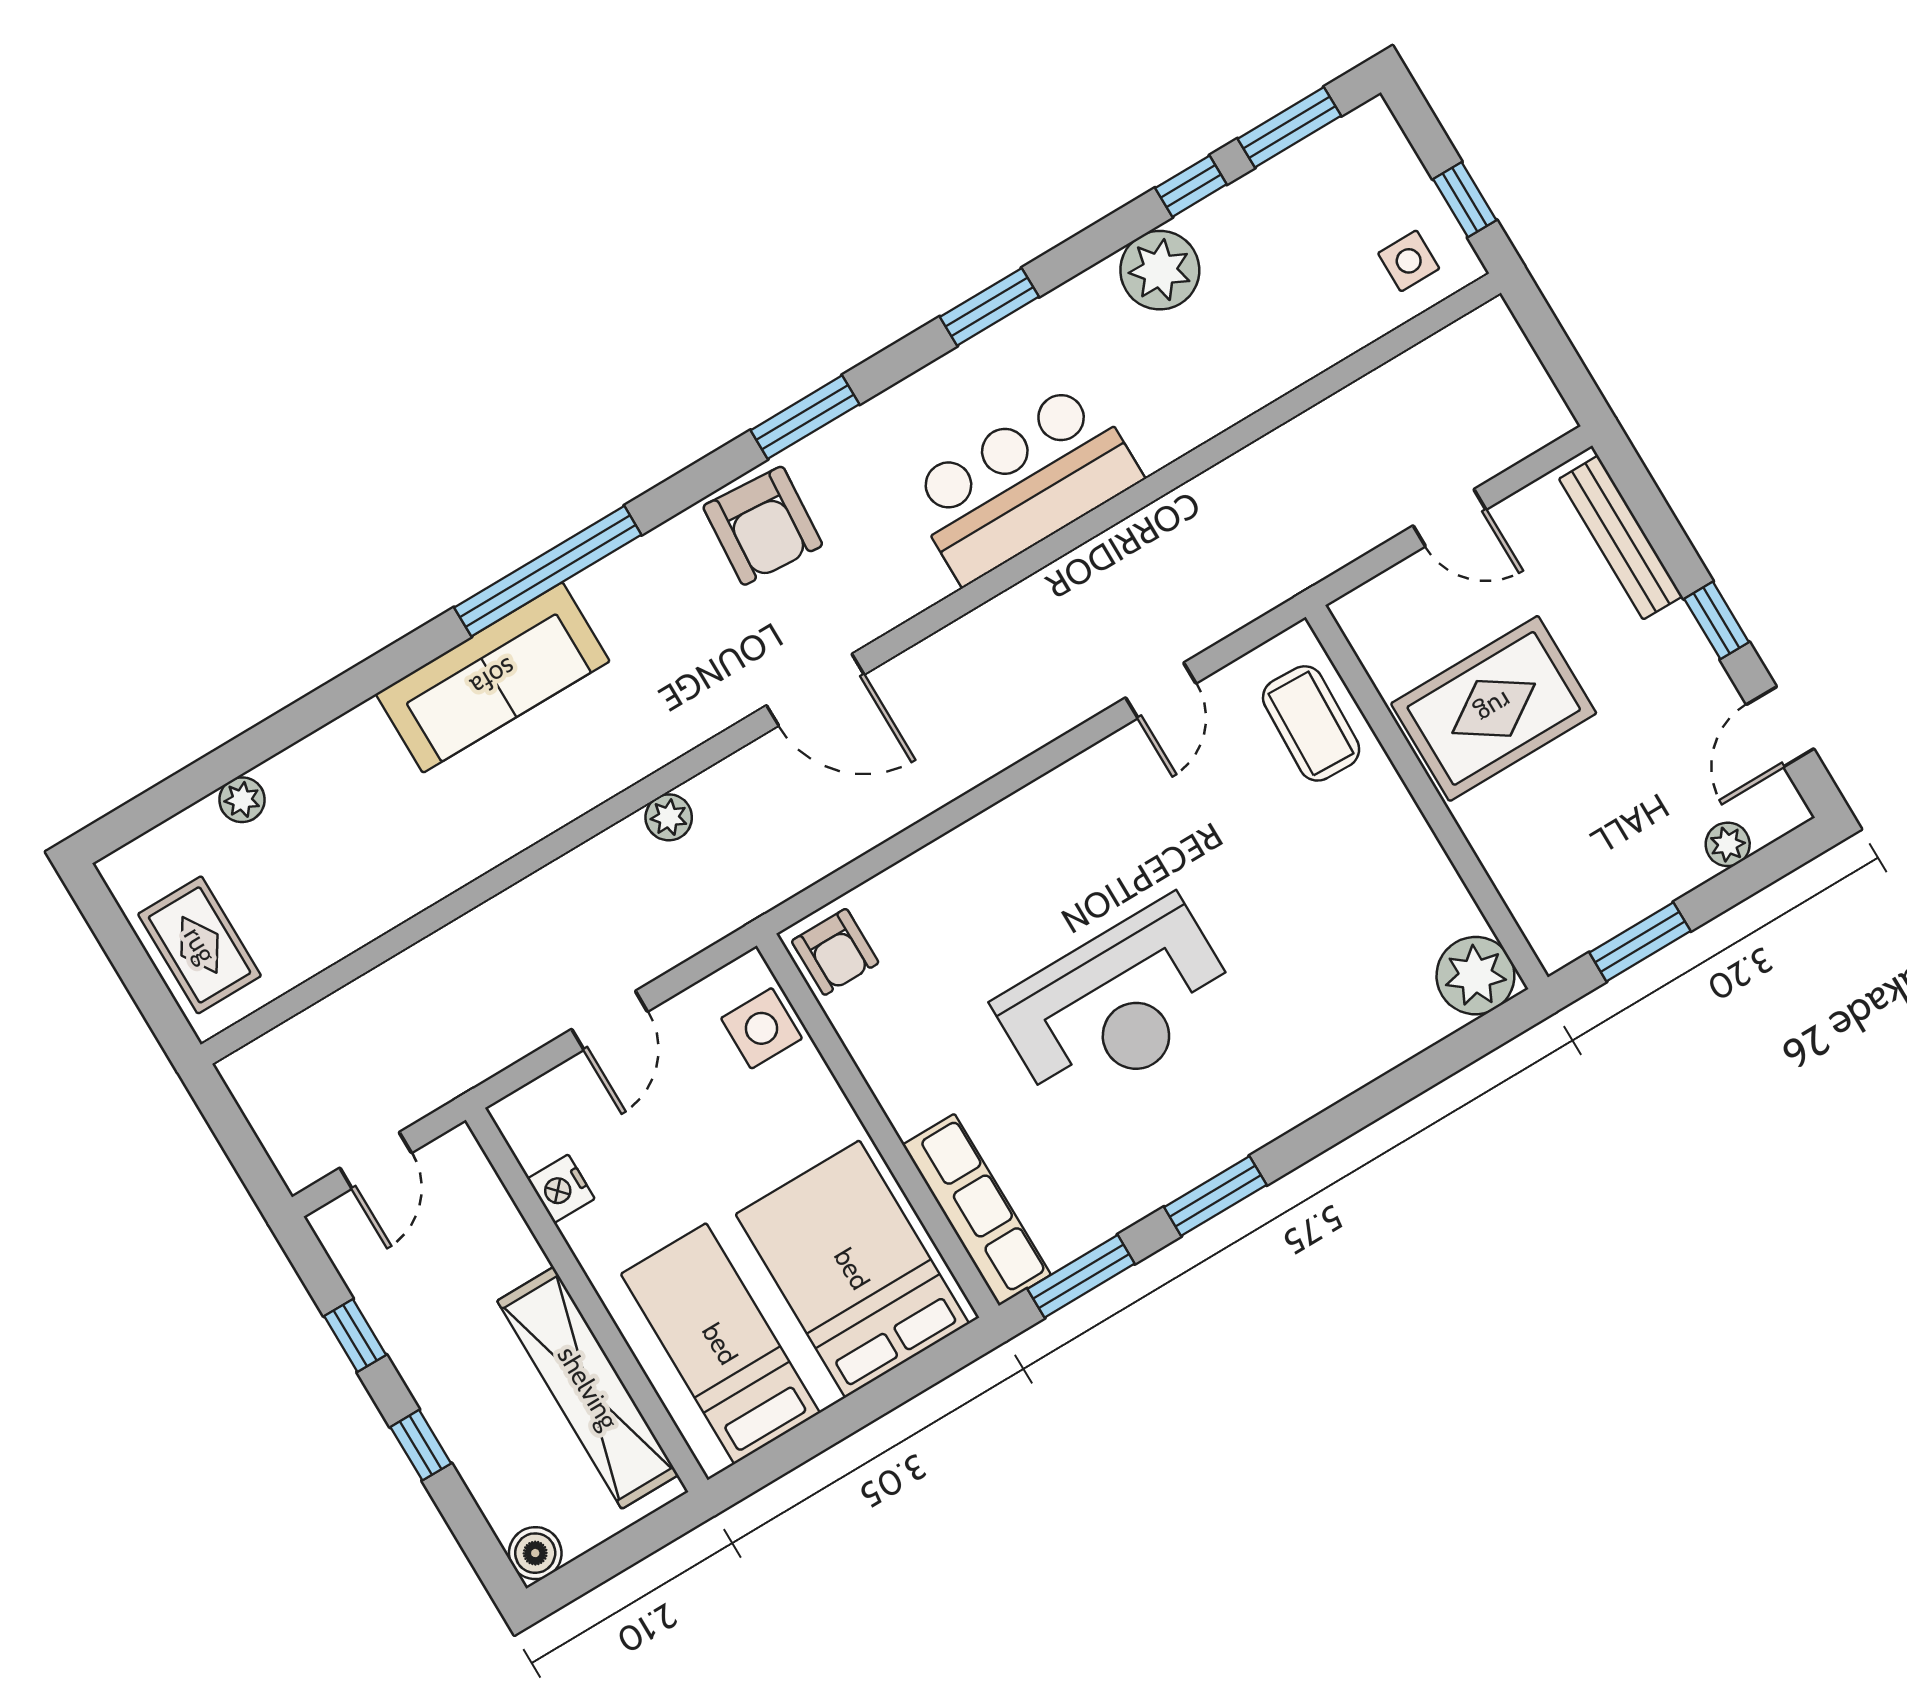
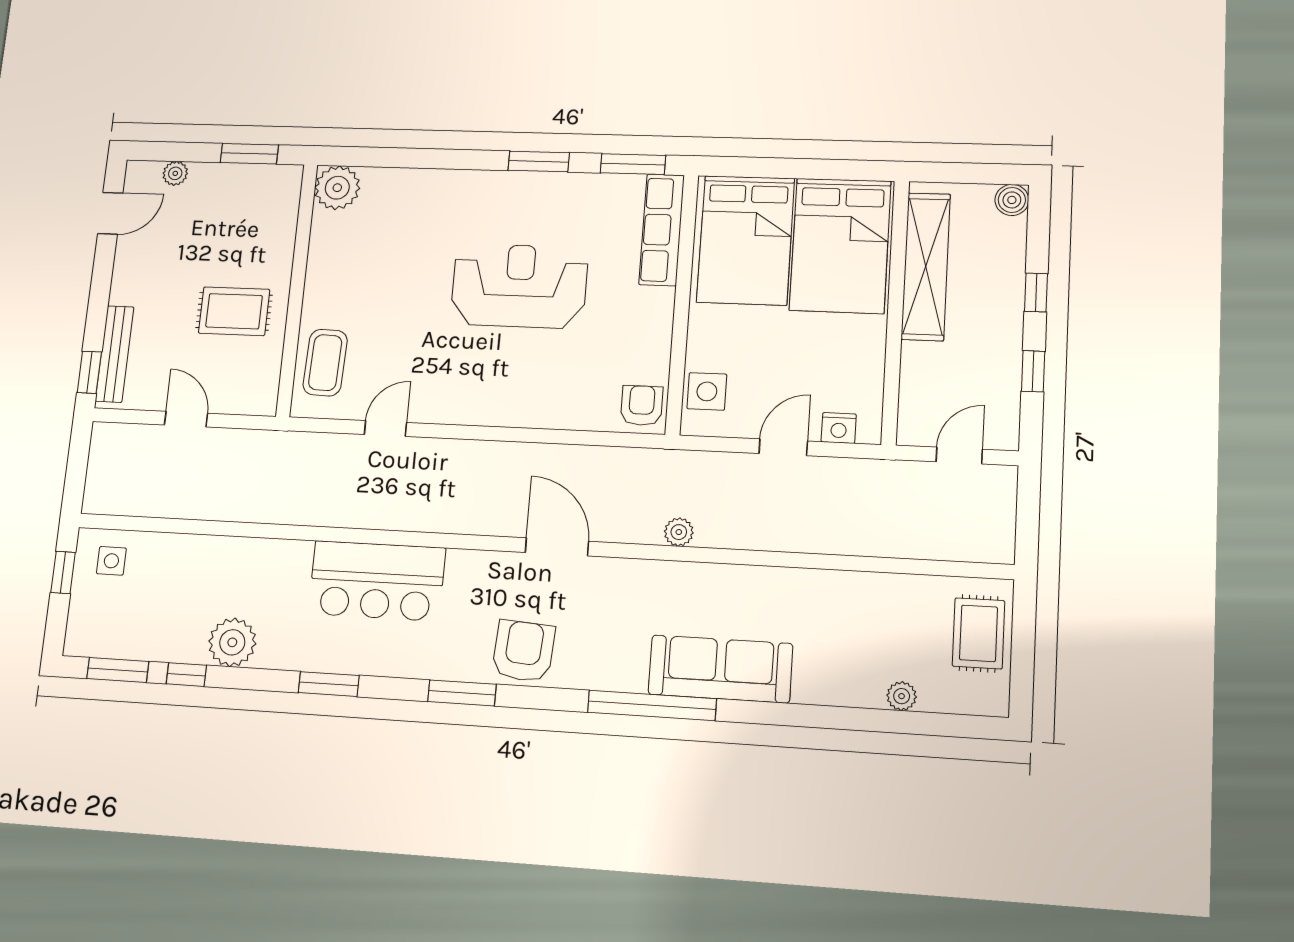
window: (1717, 620) -> (89, 372), moved
rug: (1494, 708) -> (234, 311), width x0.73, depth x0.70
nightstand: (561, 1189) -> (839, 428), moved, turned 90
bed: (720, 1344) -> (840, 245), width x1.50

